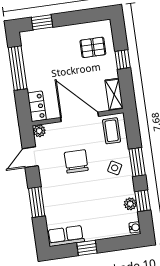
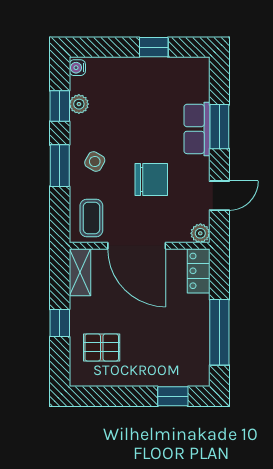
chair: (76, 161) -> (151, 180), turned -90
row of seats: (66, 236) -> (197, 129), moved, turned 90

